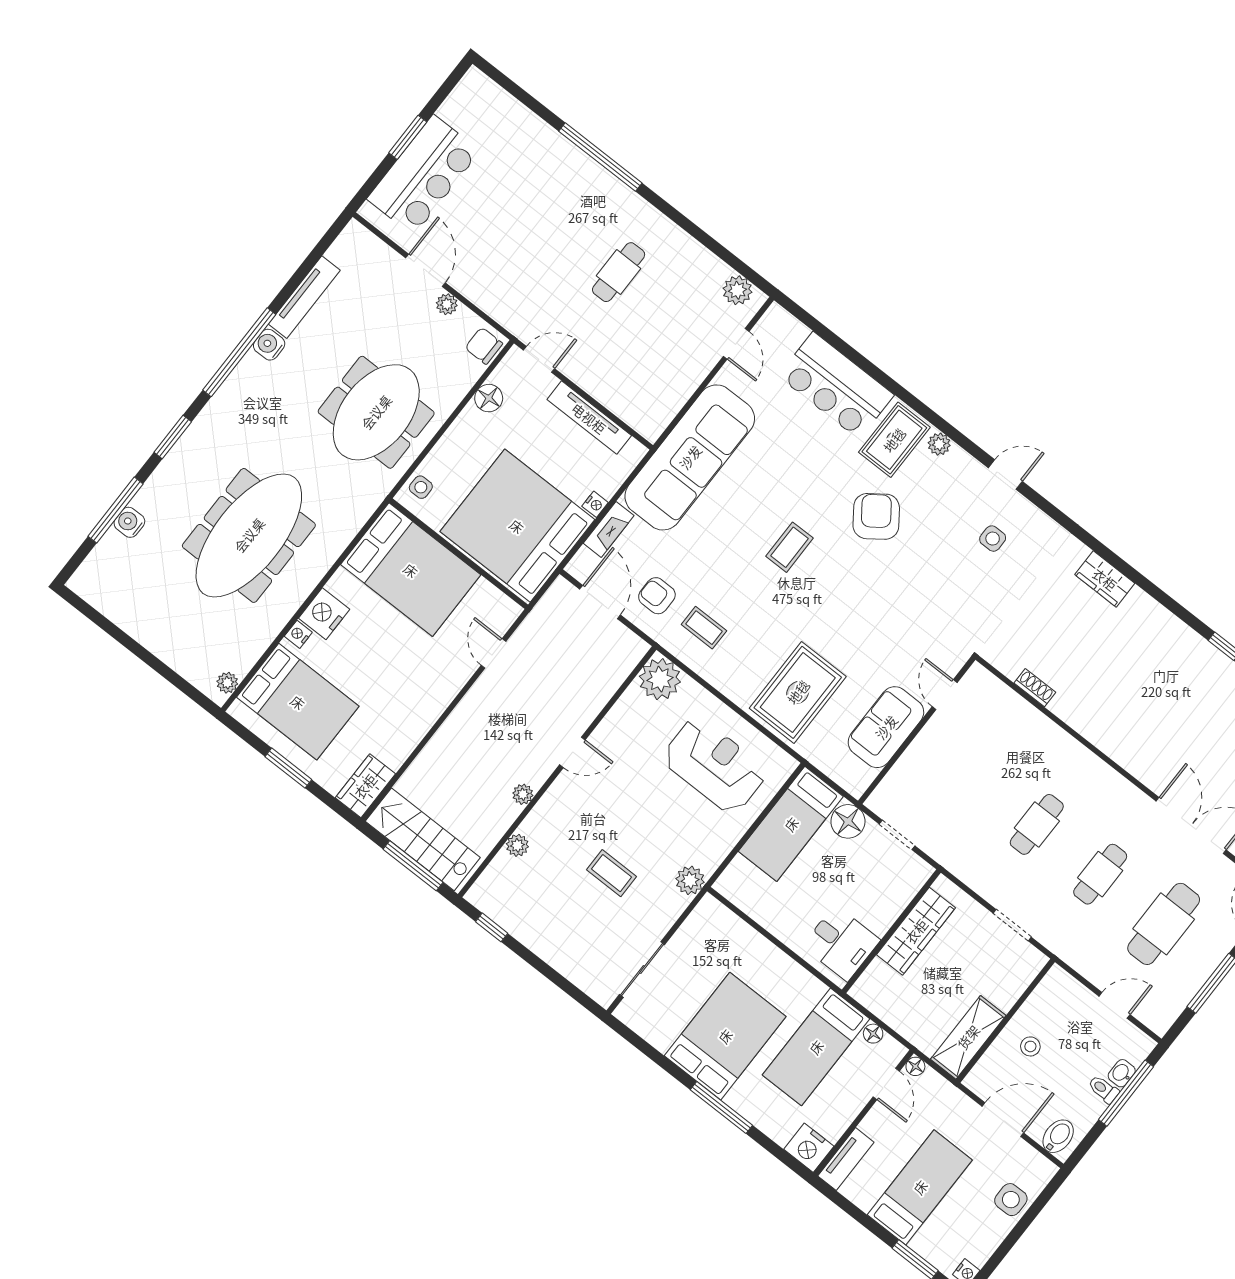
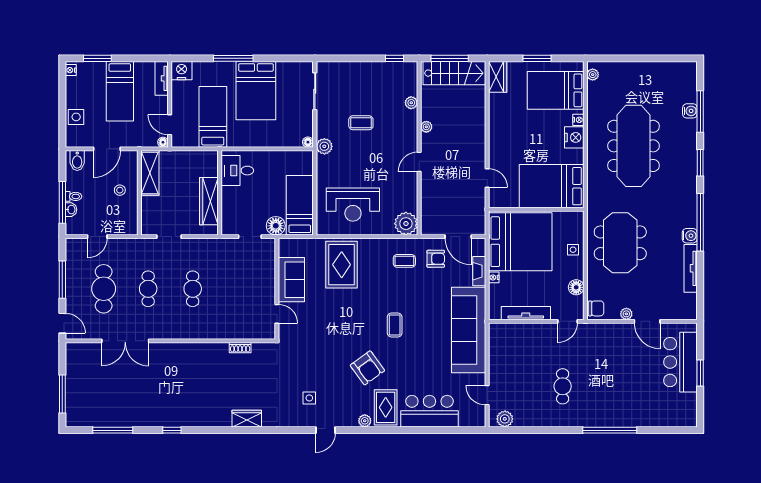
side table: (421, 487) -> (573, 250), moved
floor lamp: (873, 1034) -> (308, 142), moved

